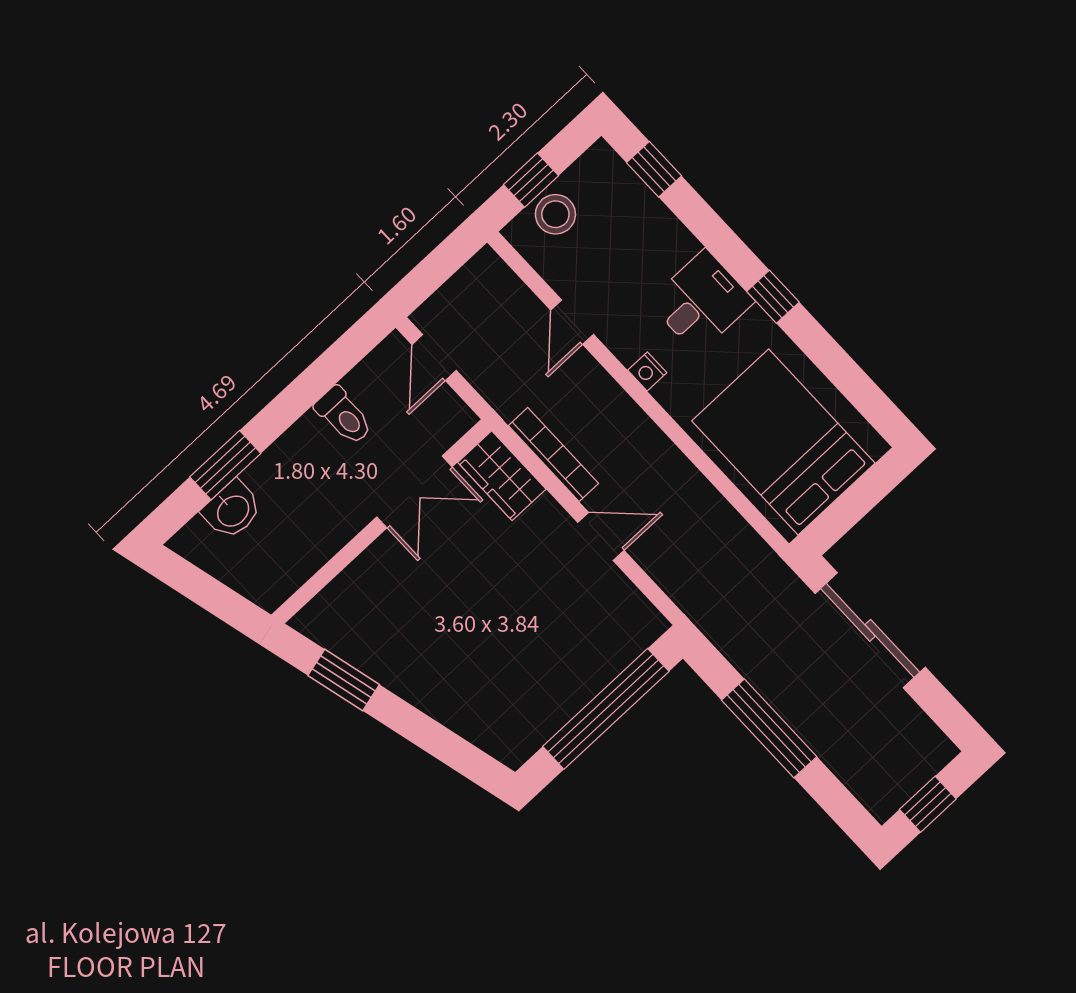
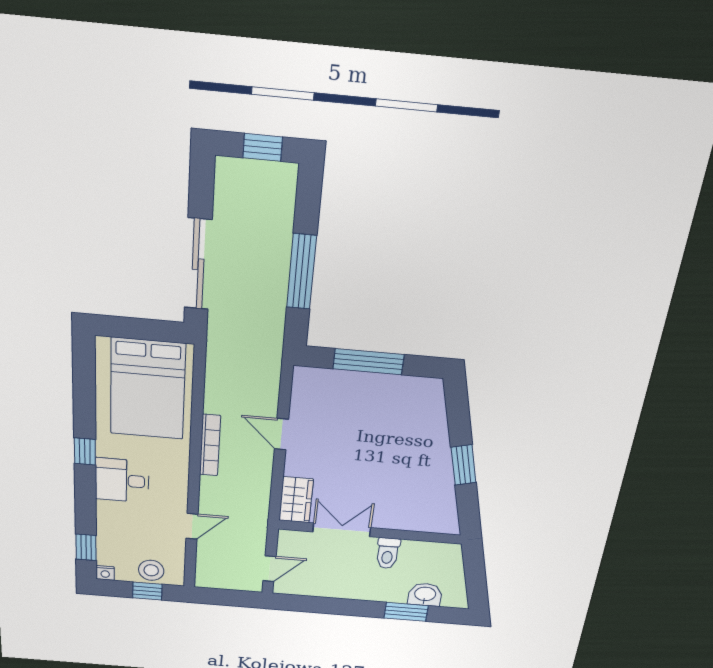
nightstand: (647, 371) -> (105, 573), moved, turned 90
toilet: (344, 416) -> (388, 553), moved, turned 180
bookcase: (553, 455) -> (210, 445), moved, turned 180
window: (344, 680) -> (463, 465), moved
window: (606, 709) -> (368, 362), width x0.68

